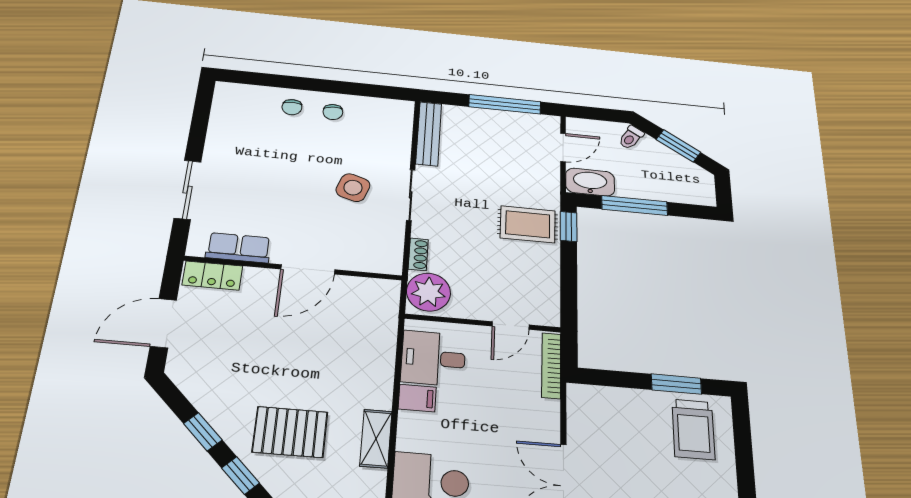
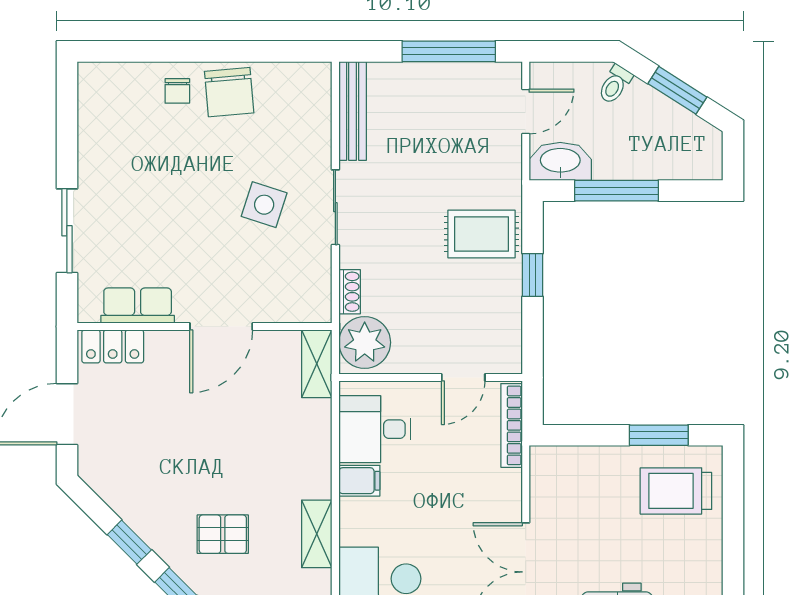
chair: (333, 112) -> (229, 92), width x1.87, depth x1.87
window: (569, 227) -> (532, 275), moved
shelving: (387, 304) -> (317, 364), added
trolley: (693, 429) -> (676, 491), turned 90
pallet: (290, 432) -> (223, 534), width x0.67, depth x0.71

